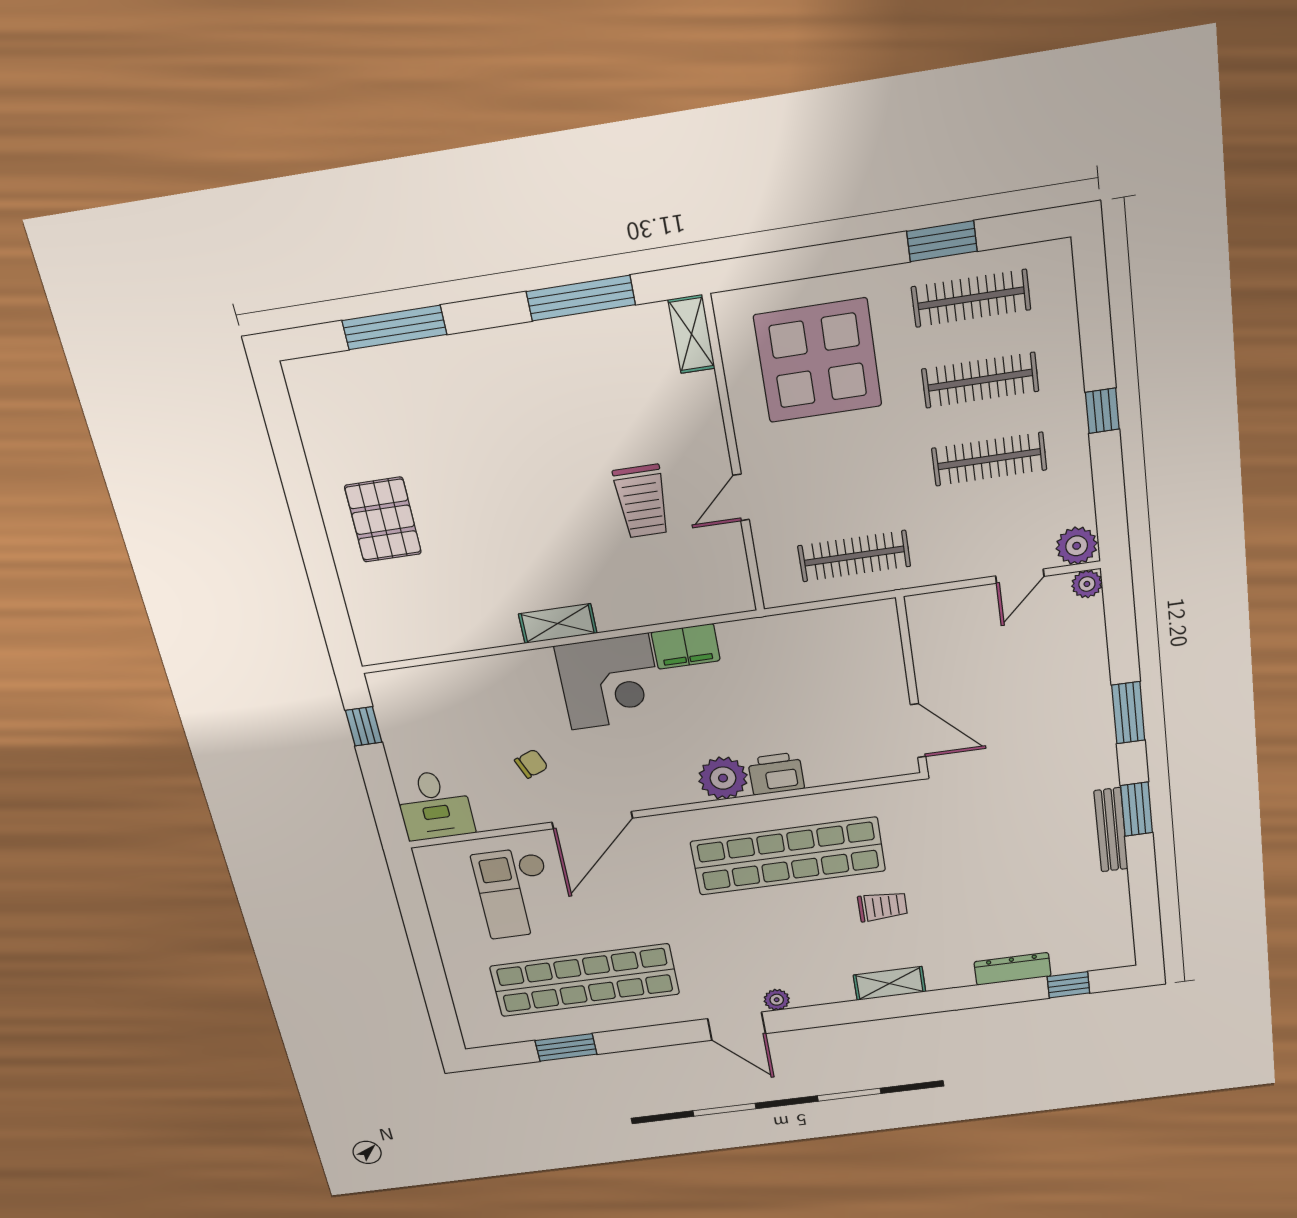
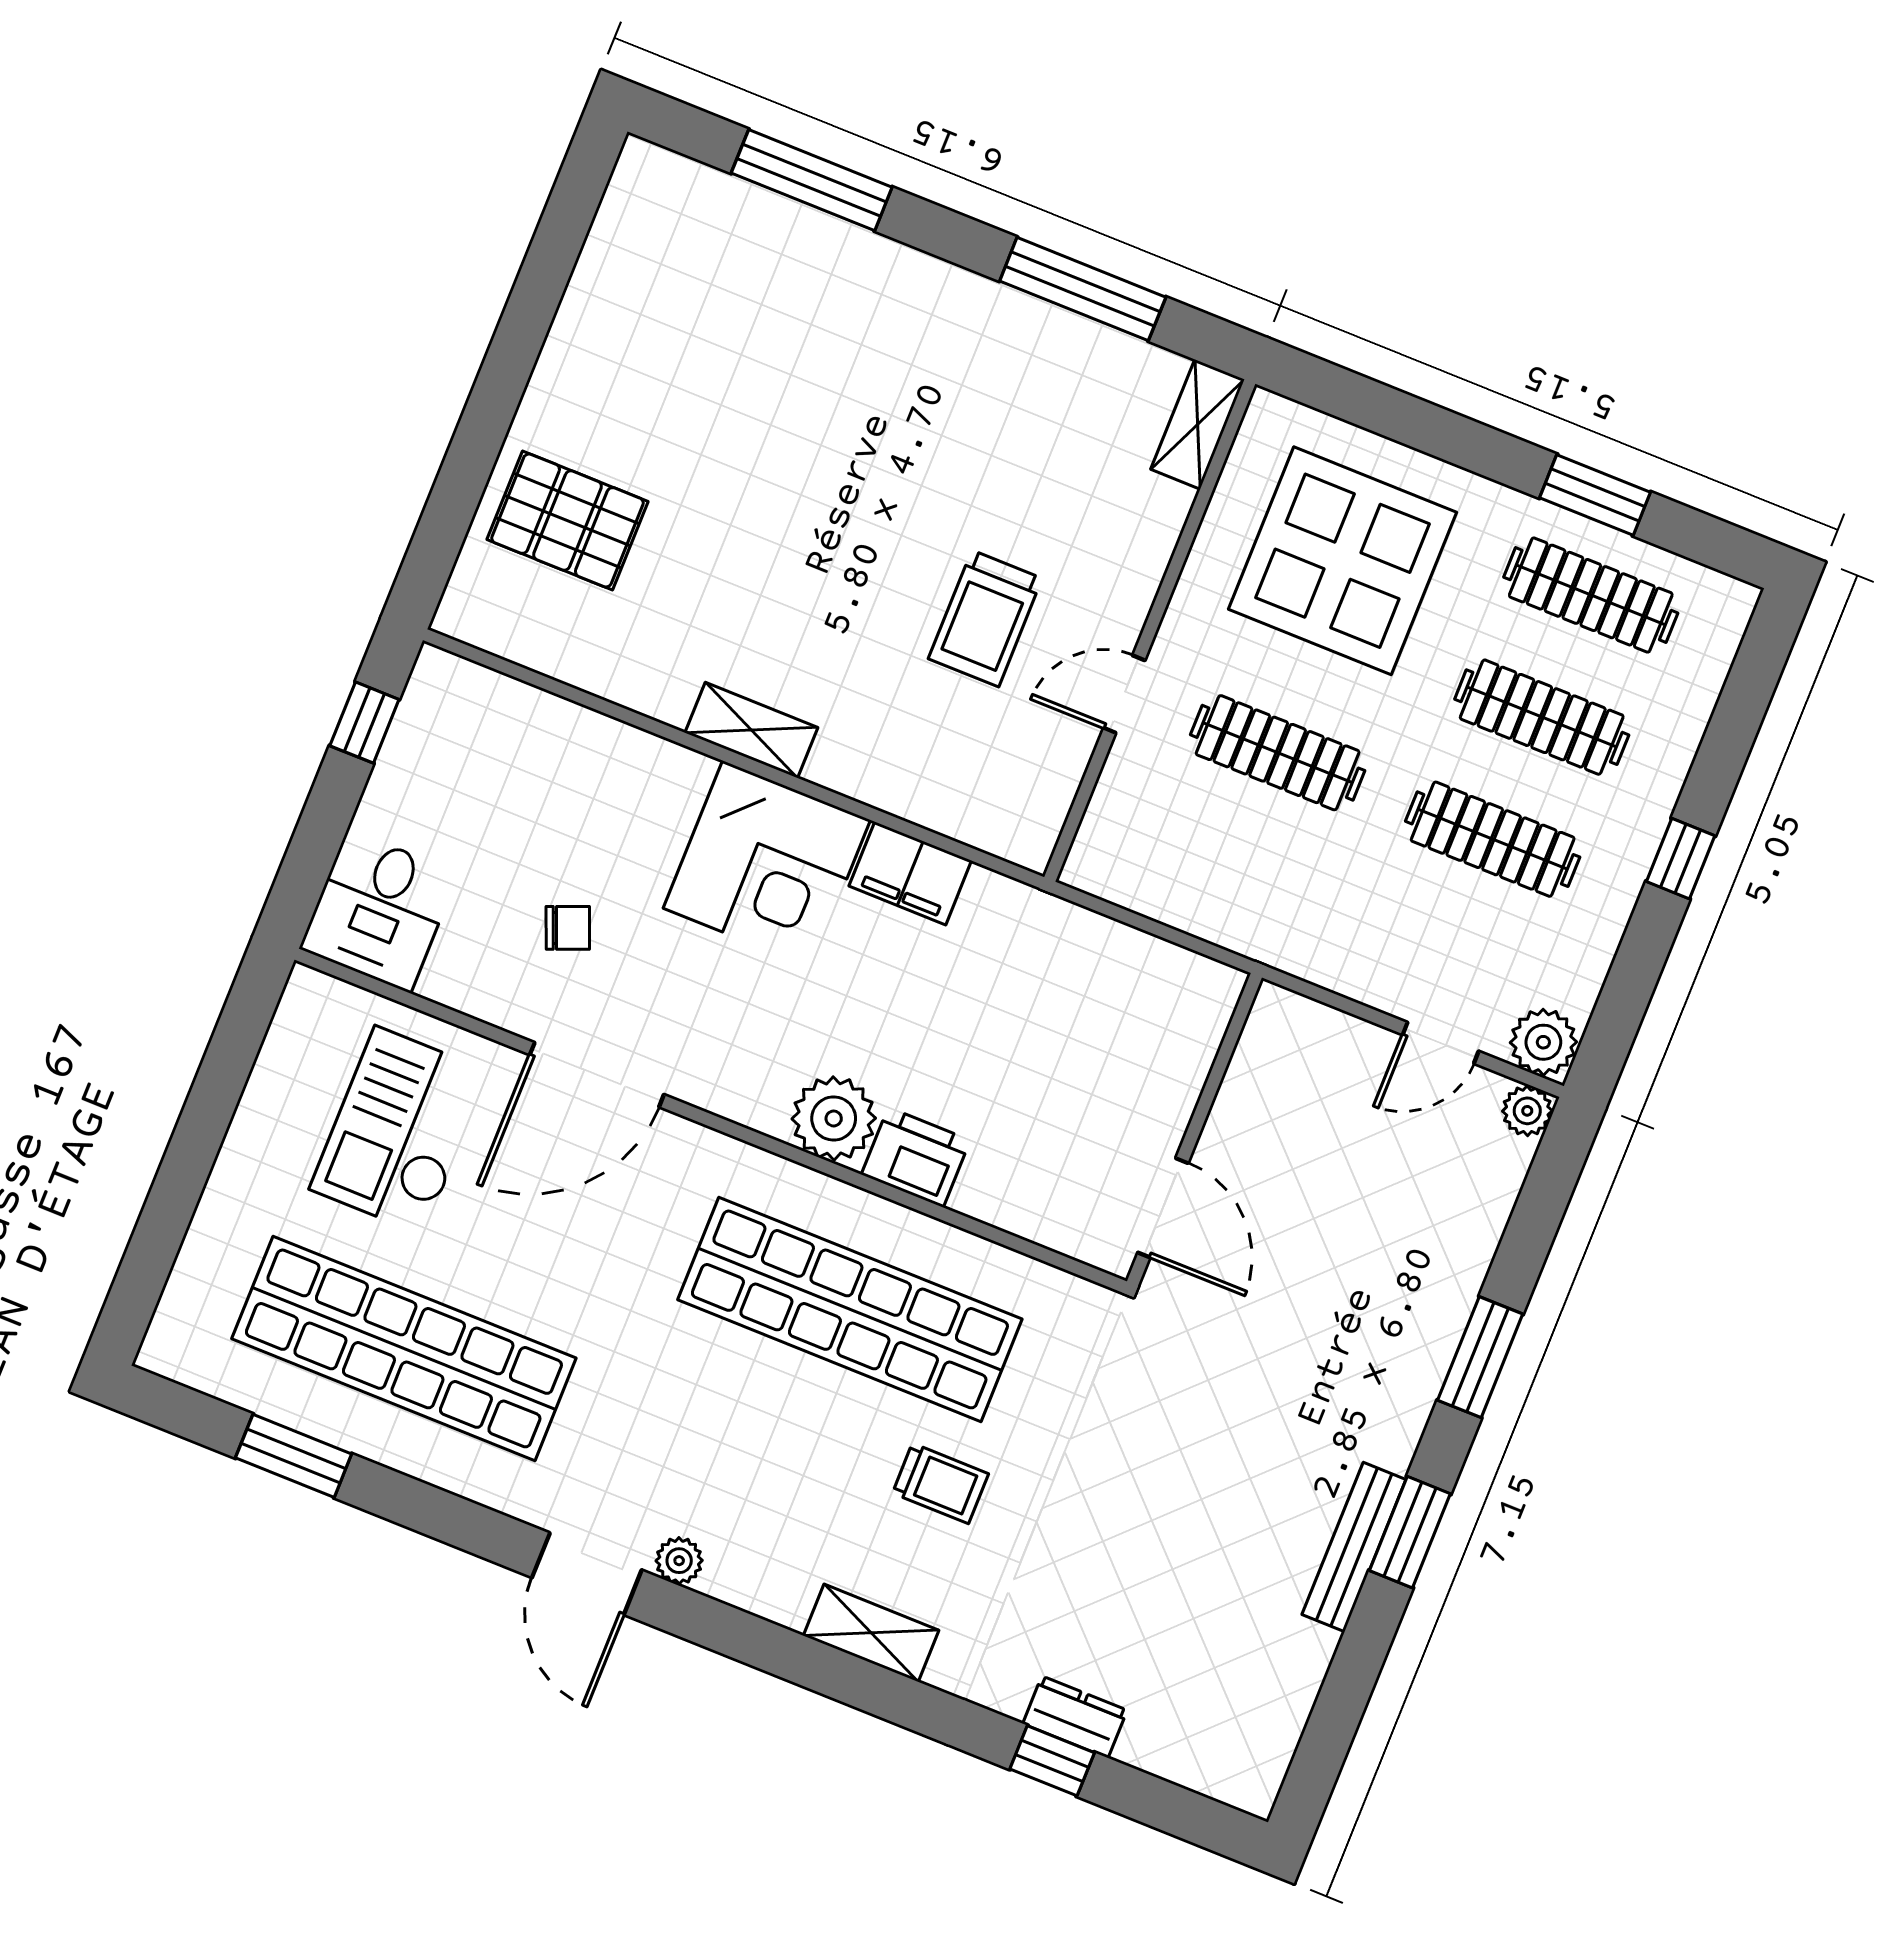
pallet: (383, 520) -> (567, 521), moved, turned 90
clothes rail: (854, 556) -> (1278, 753), moved
dresser: (1013, 969) -> (1075, 1717), width x0.70
window: (1068, 985) -> (1052, 1761), moved

